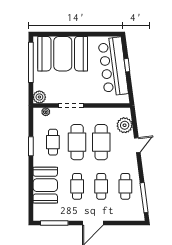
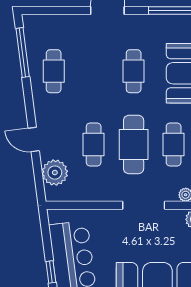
cafe table: (101, 142) -> (94, 144), width x0.73, depth x0.74
door: (137, 145) -> (34, 140), hinge flipped
cafe table: (101, 186) -> (94, 71), removed

